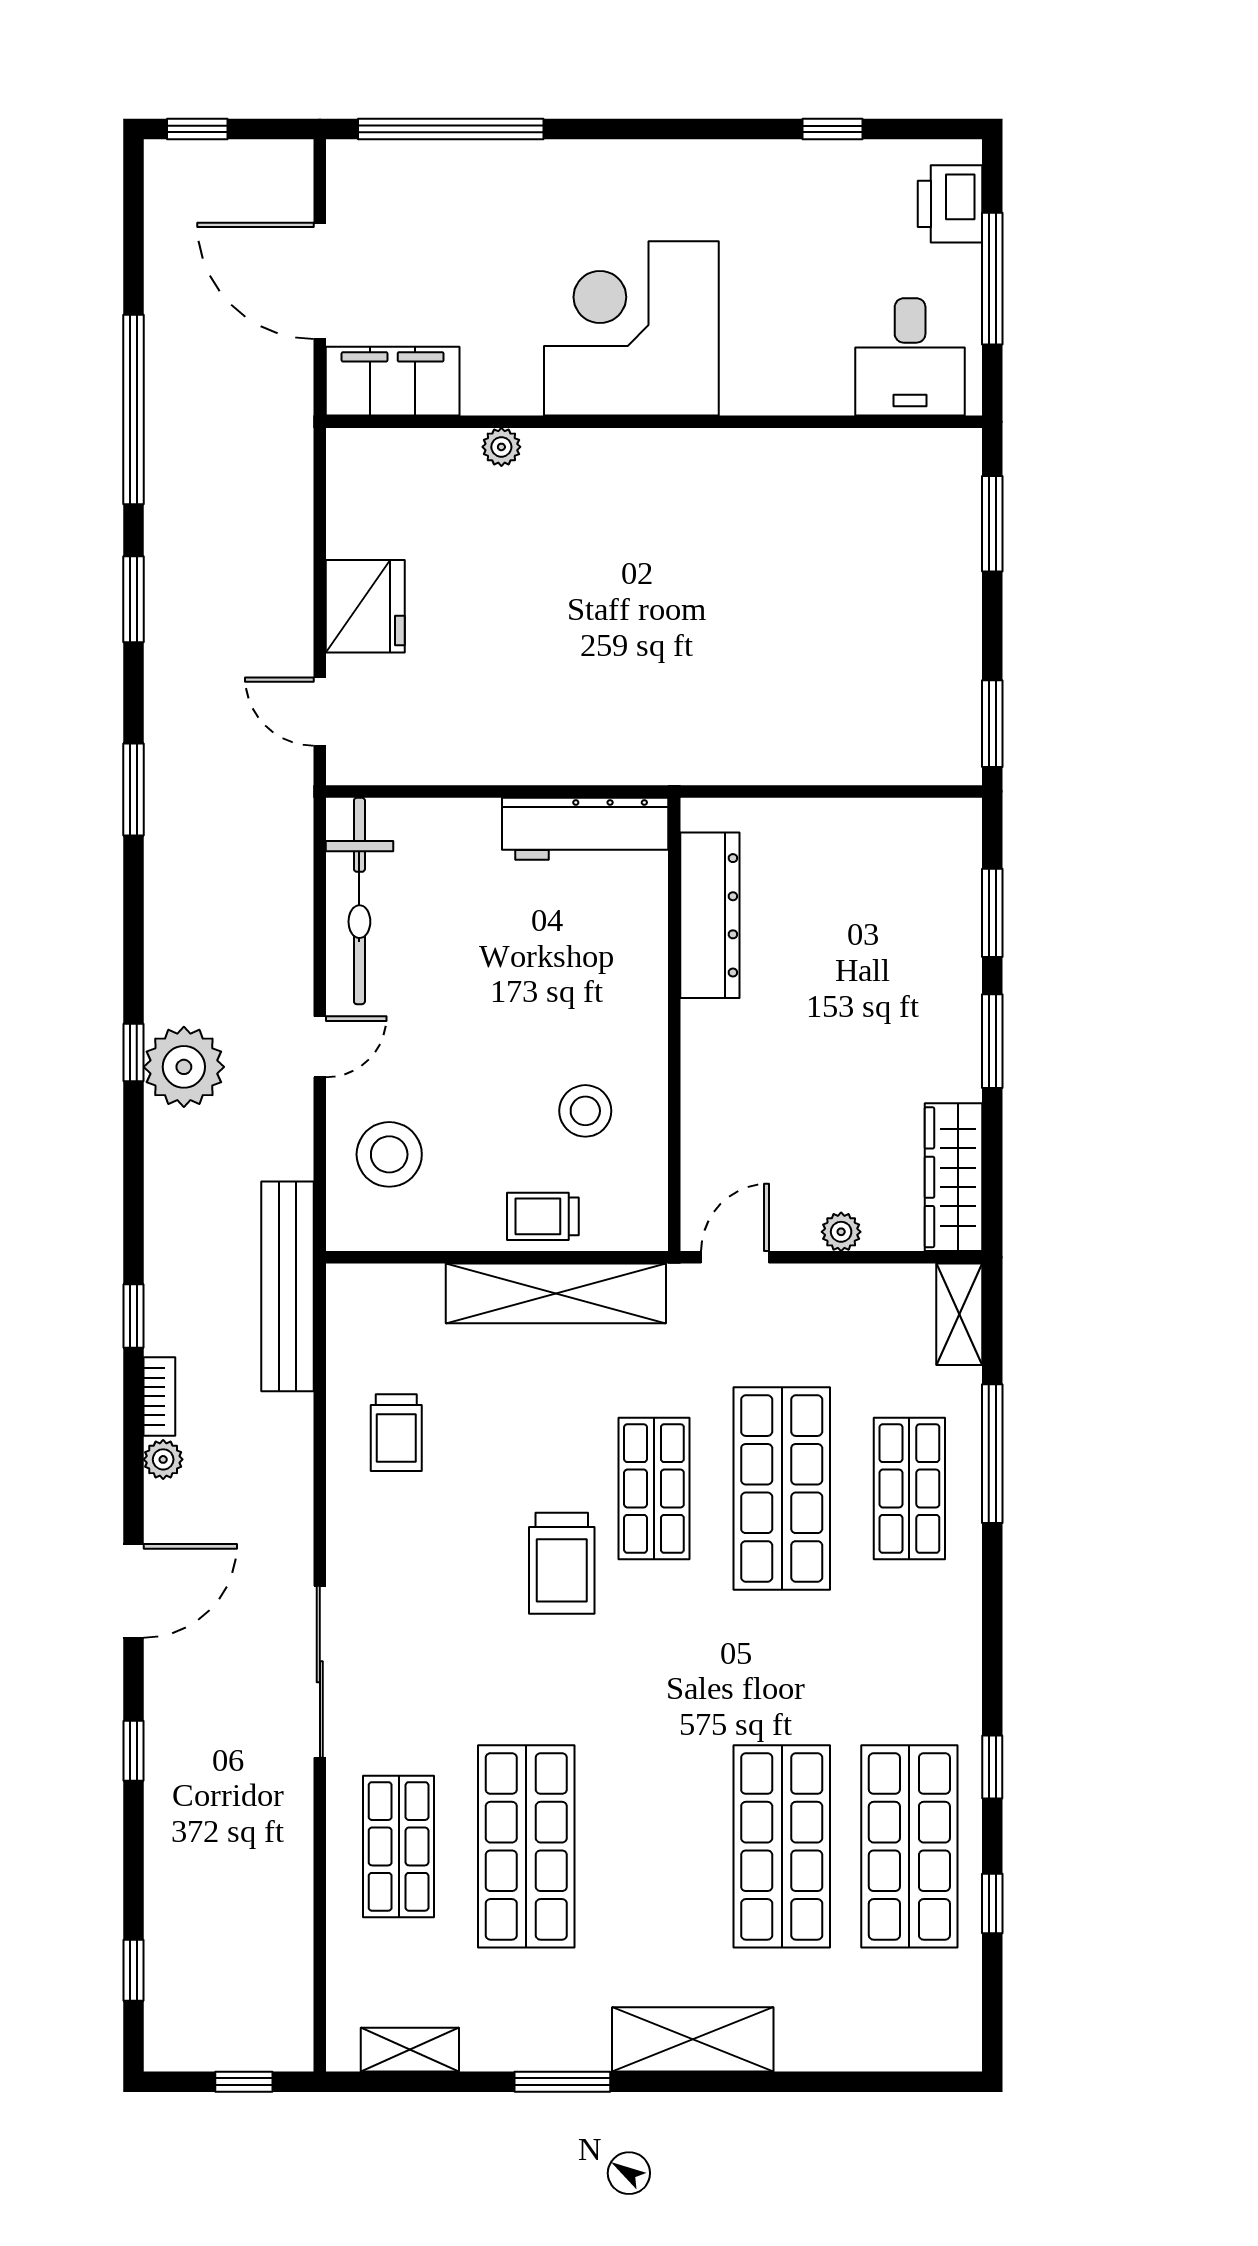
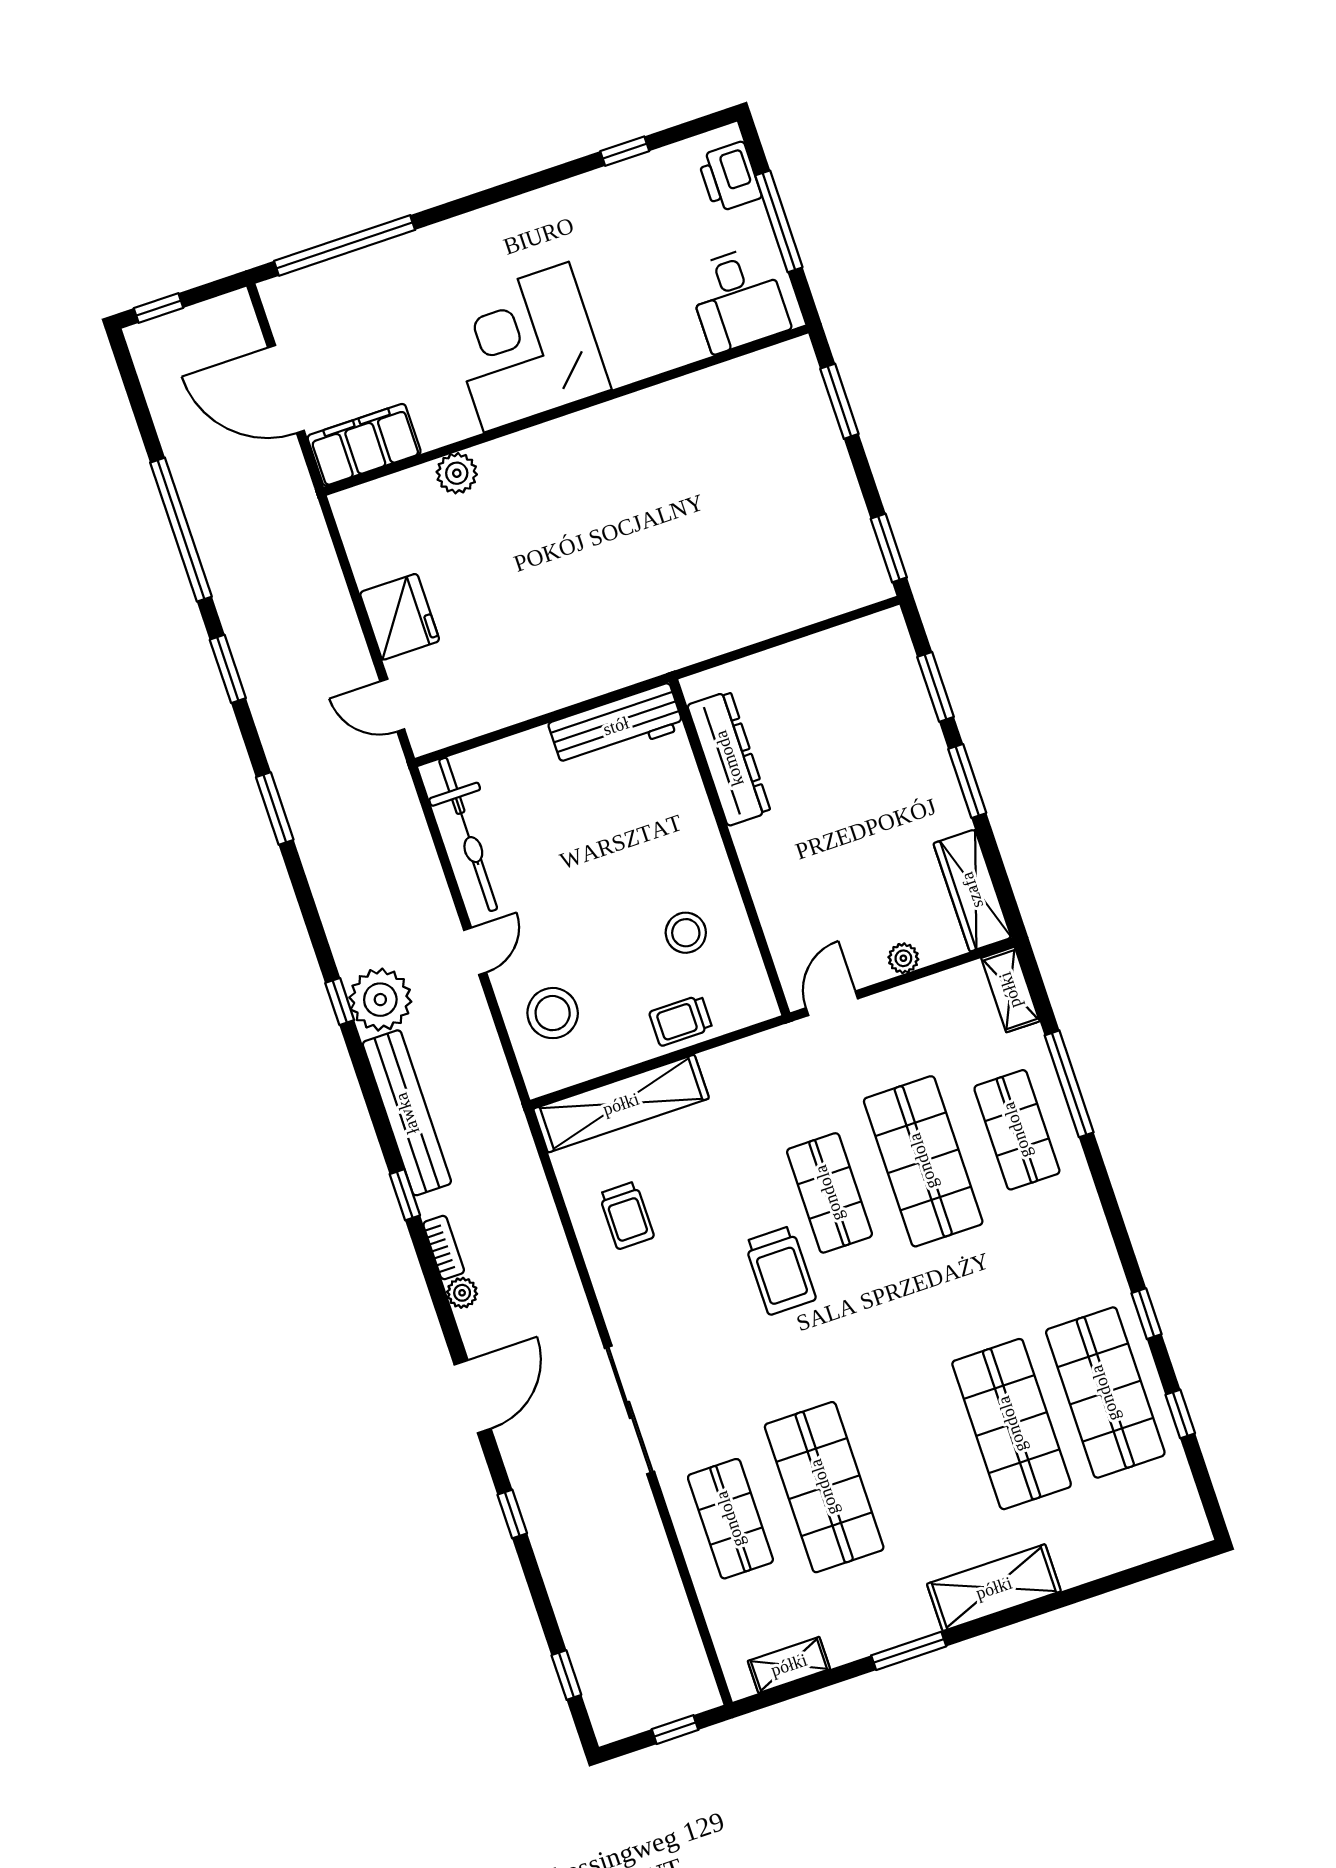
plant: (501, 447) -> (457, 473), width x1.38, depth x1.38
bench: (288, 1286) -> (407, 1113), moved
shelving: (556, 1293) -> (621, 1104), moved

